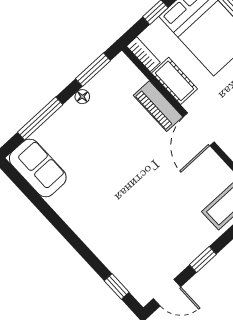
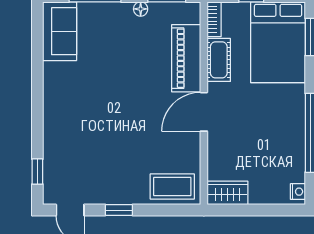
piano: (158, 106) -> (186, 58), width x1.37, depth x1.33

